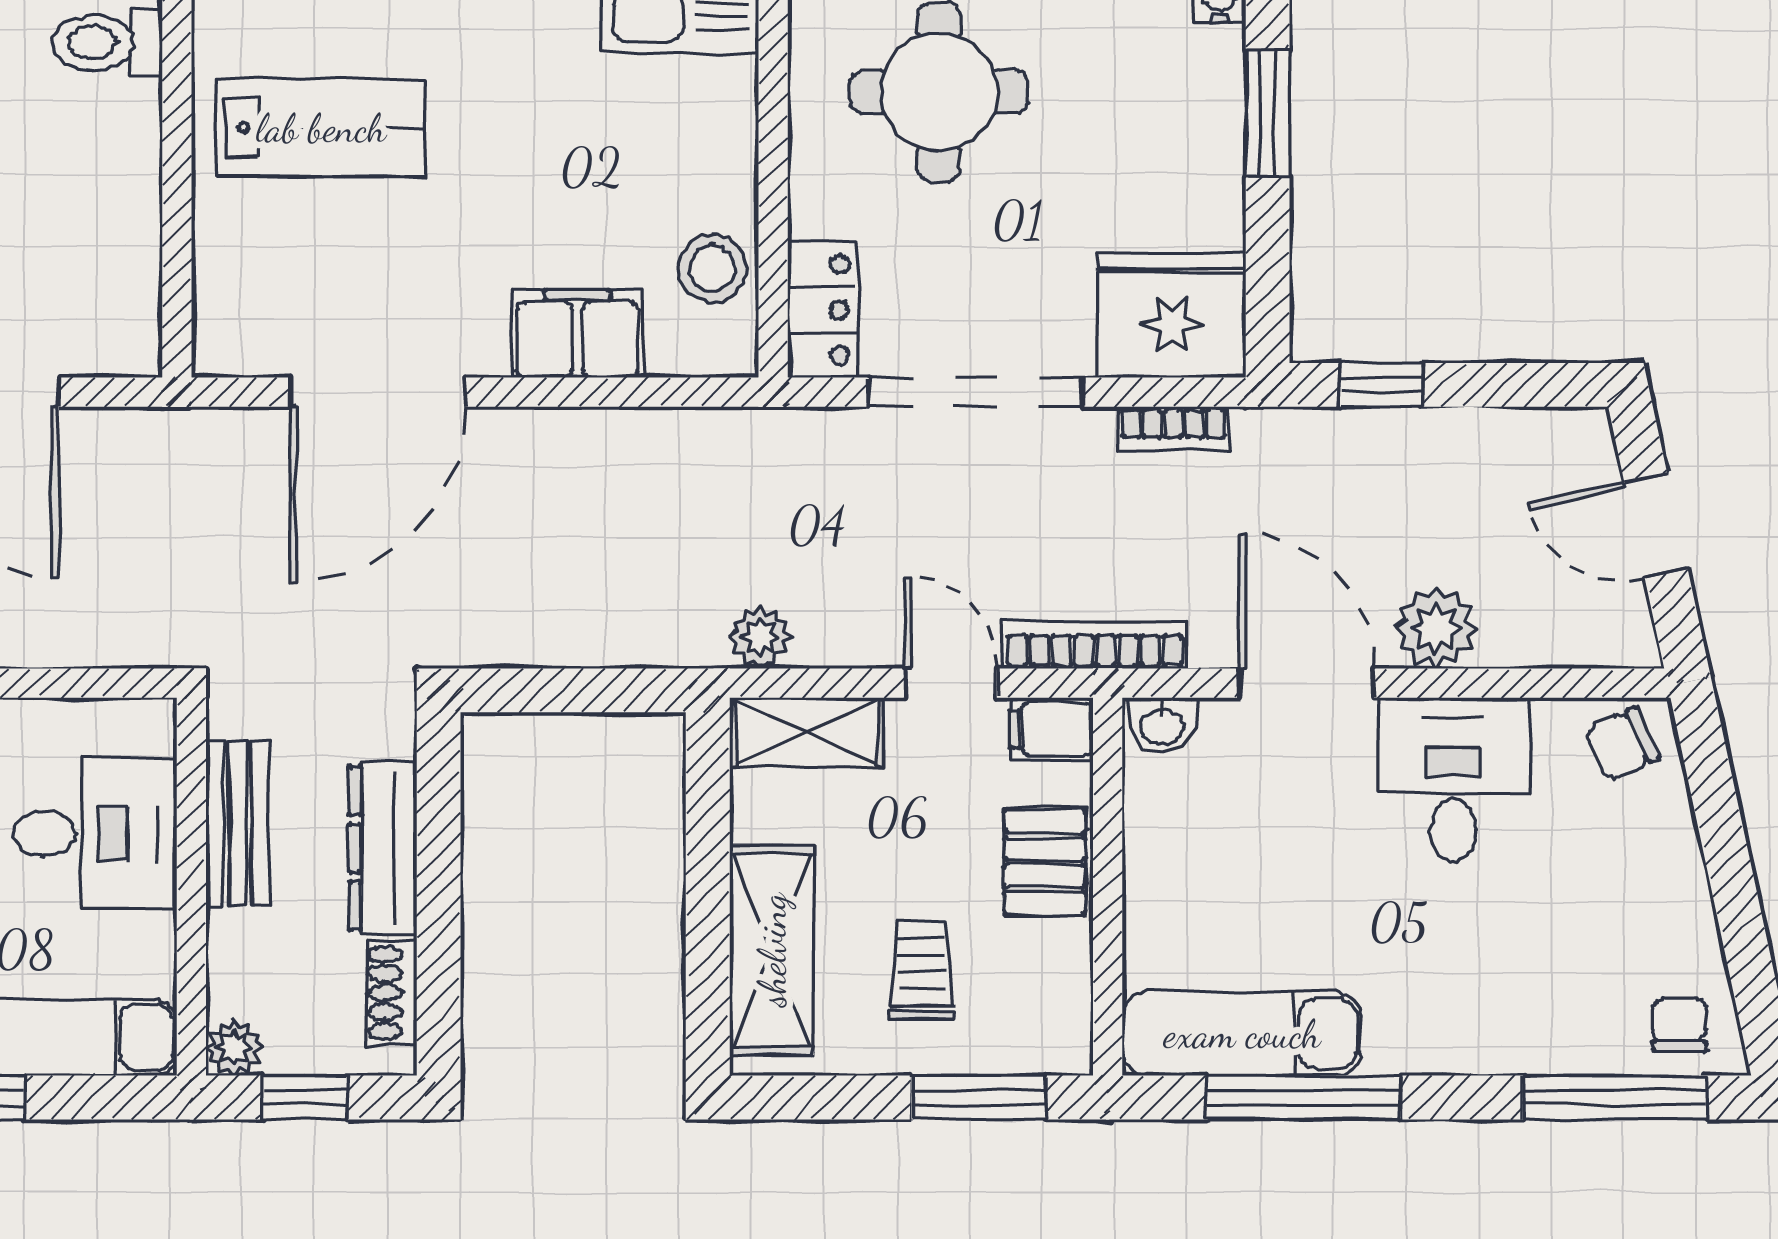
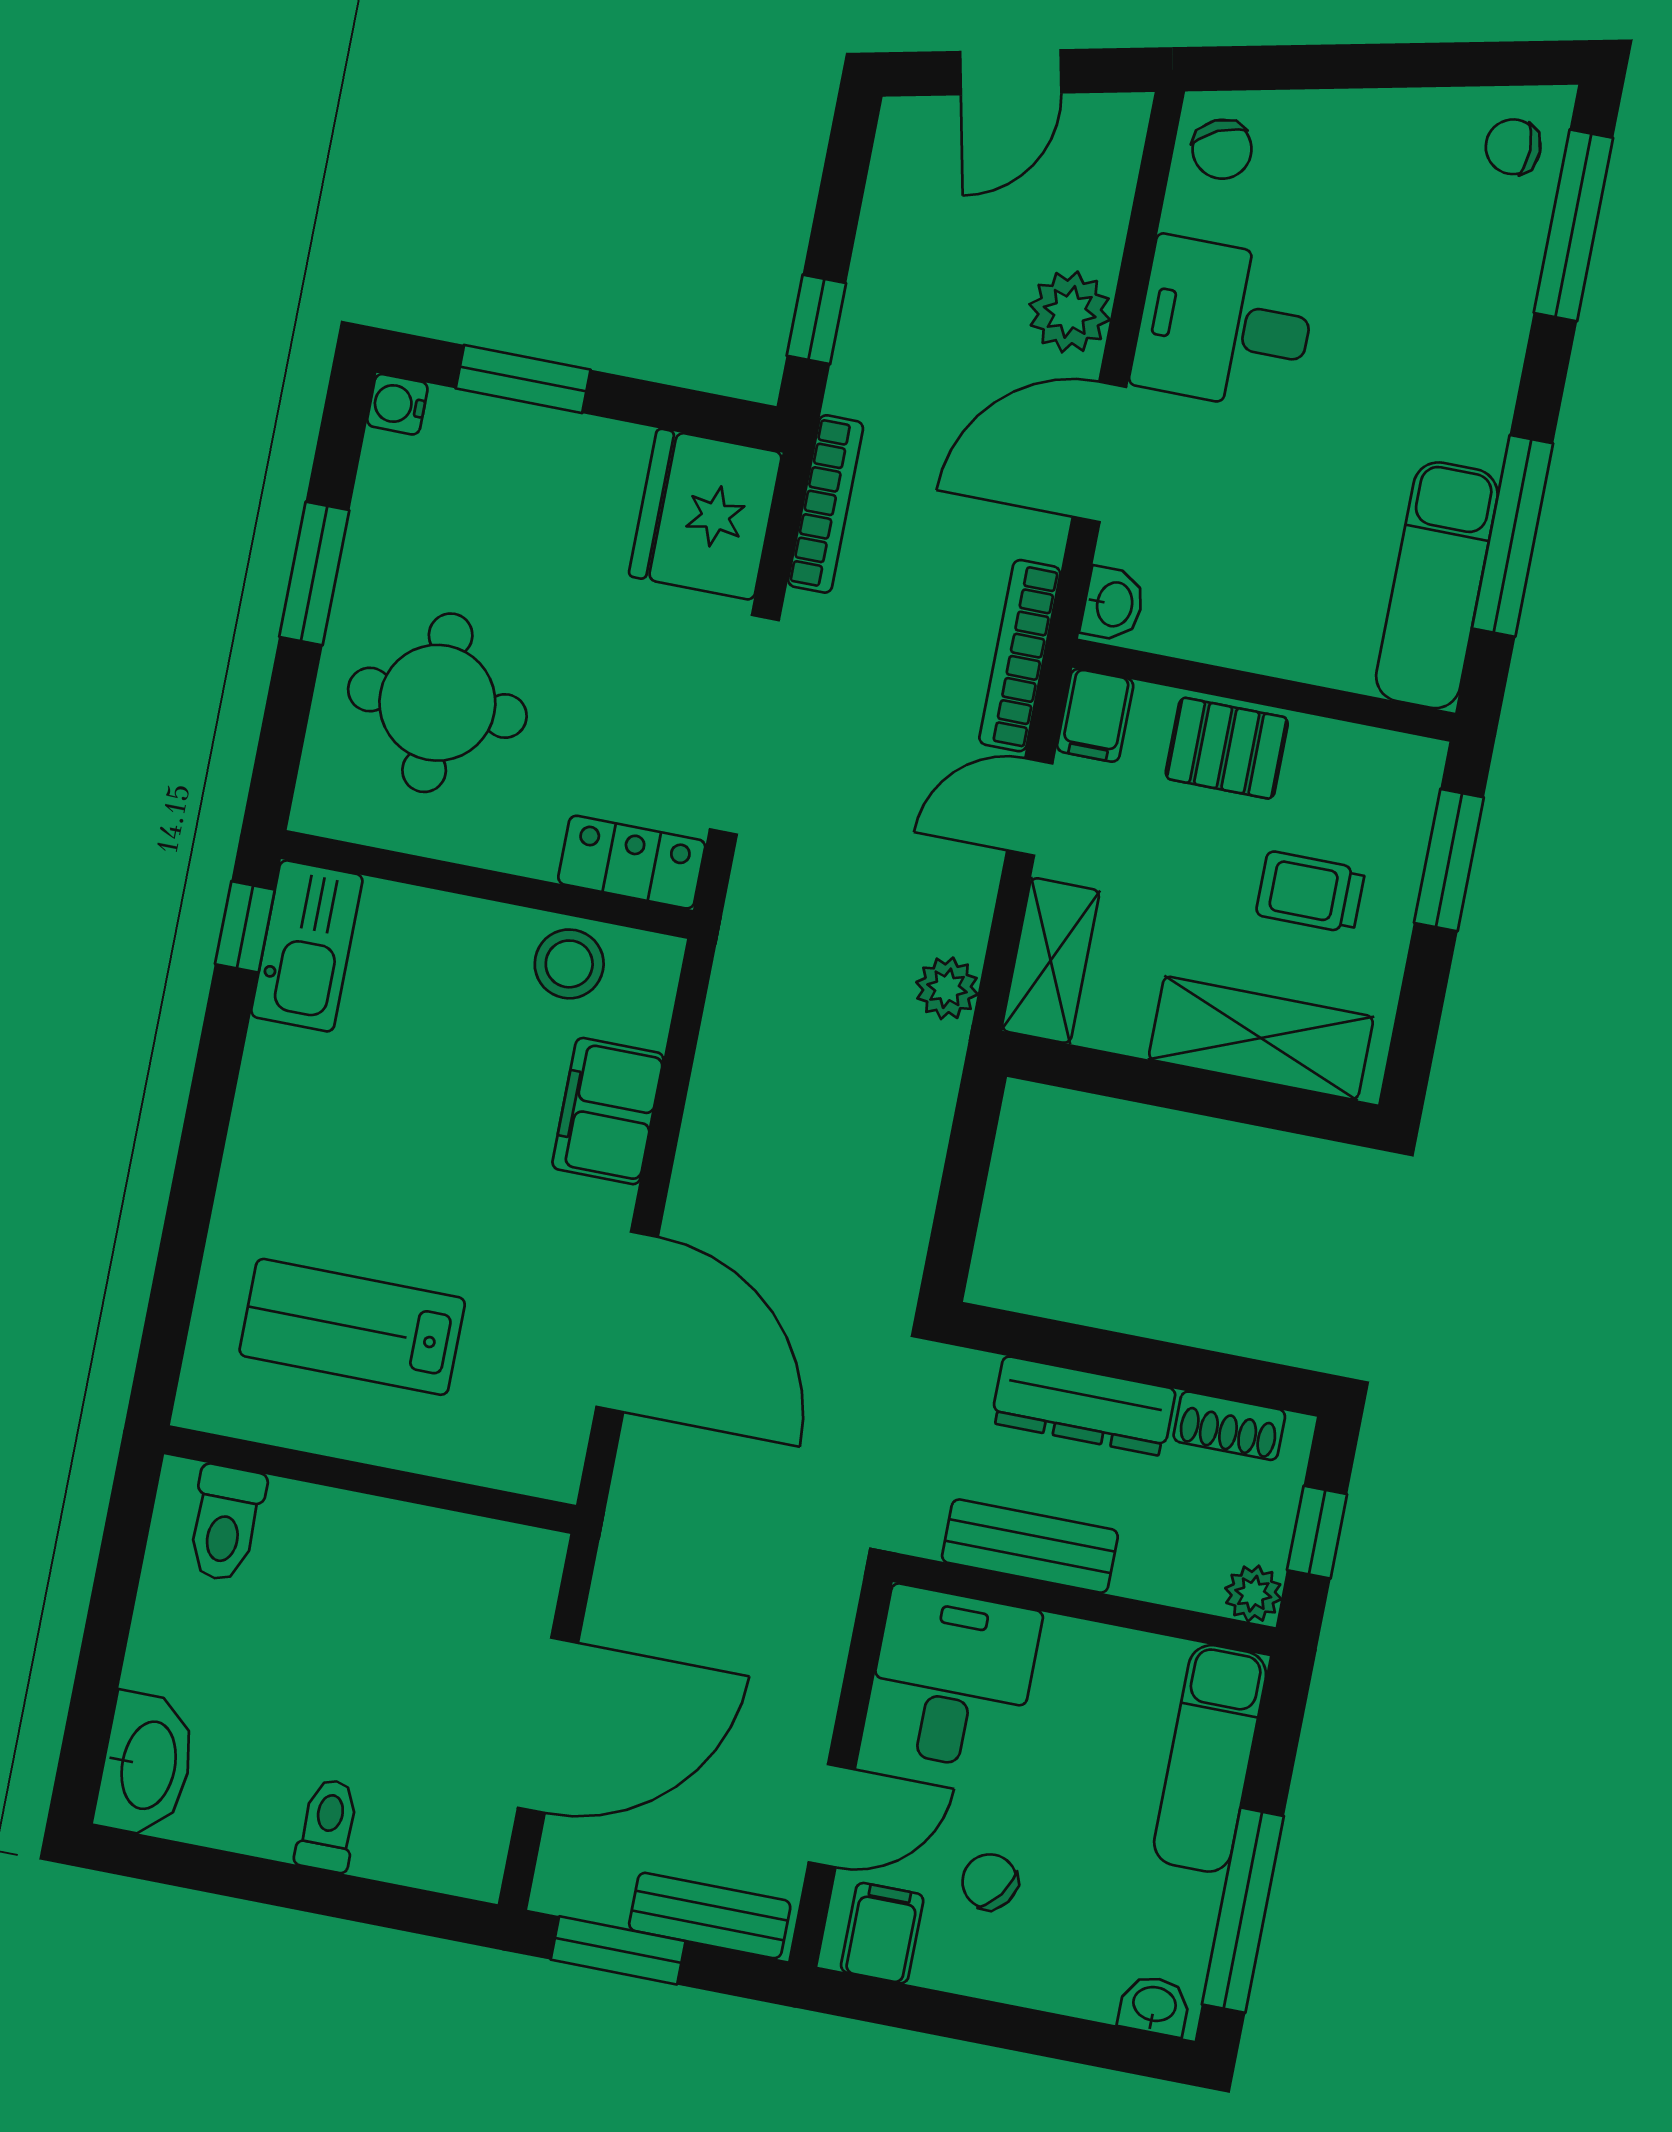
lab bench: (321, 128) -> (352, 1327), turned -90
bookcase: (1173, 429) -> (826, 504), width x1.56
desk: (95, 834) -> (952, 1679), moved

